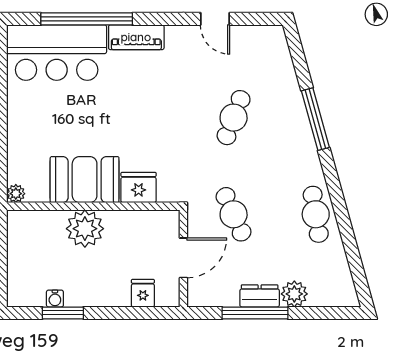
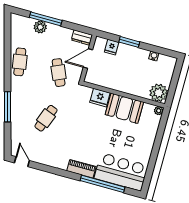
door: (215, 19) -> (22, 162), moved
plant: (85, 229) -> (159, 93), moved
dresser: (260, 296) -> (82, 37), moved
window: (63, 313) -> (129, 42), moved
window: (255, 313) -> (46, 19), moved

